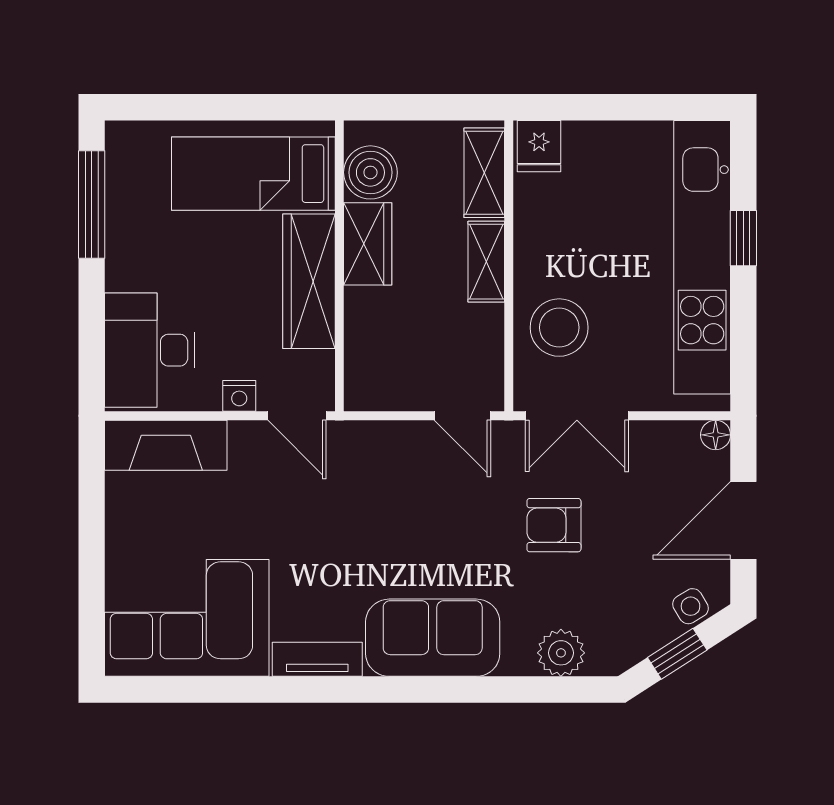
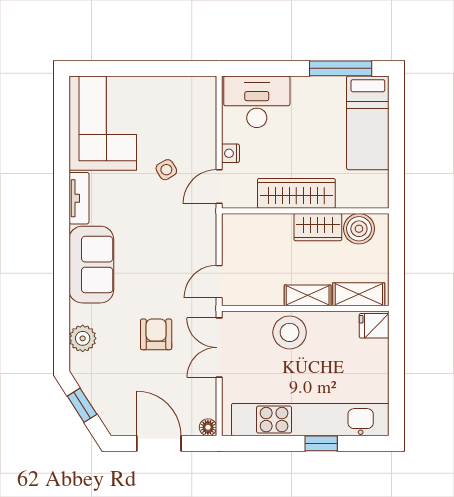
bed: (253, 174) -> (368, 123), moved, turned 180
stool: (559, 328) -> (290, 332), moved
fireplace: (166, 445) -> (202, 111), removed
side table: (691, 606) -> (166, 170), moved

